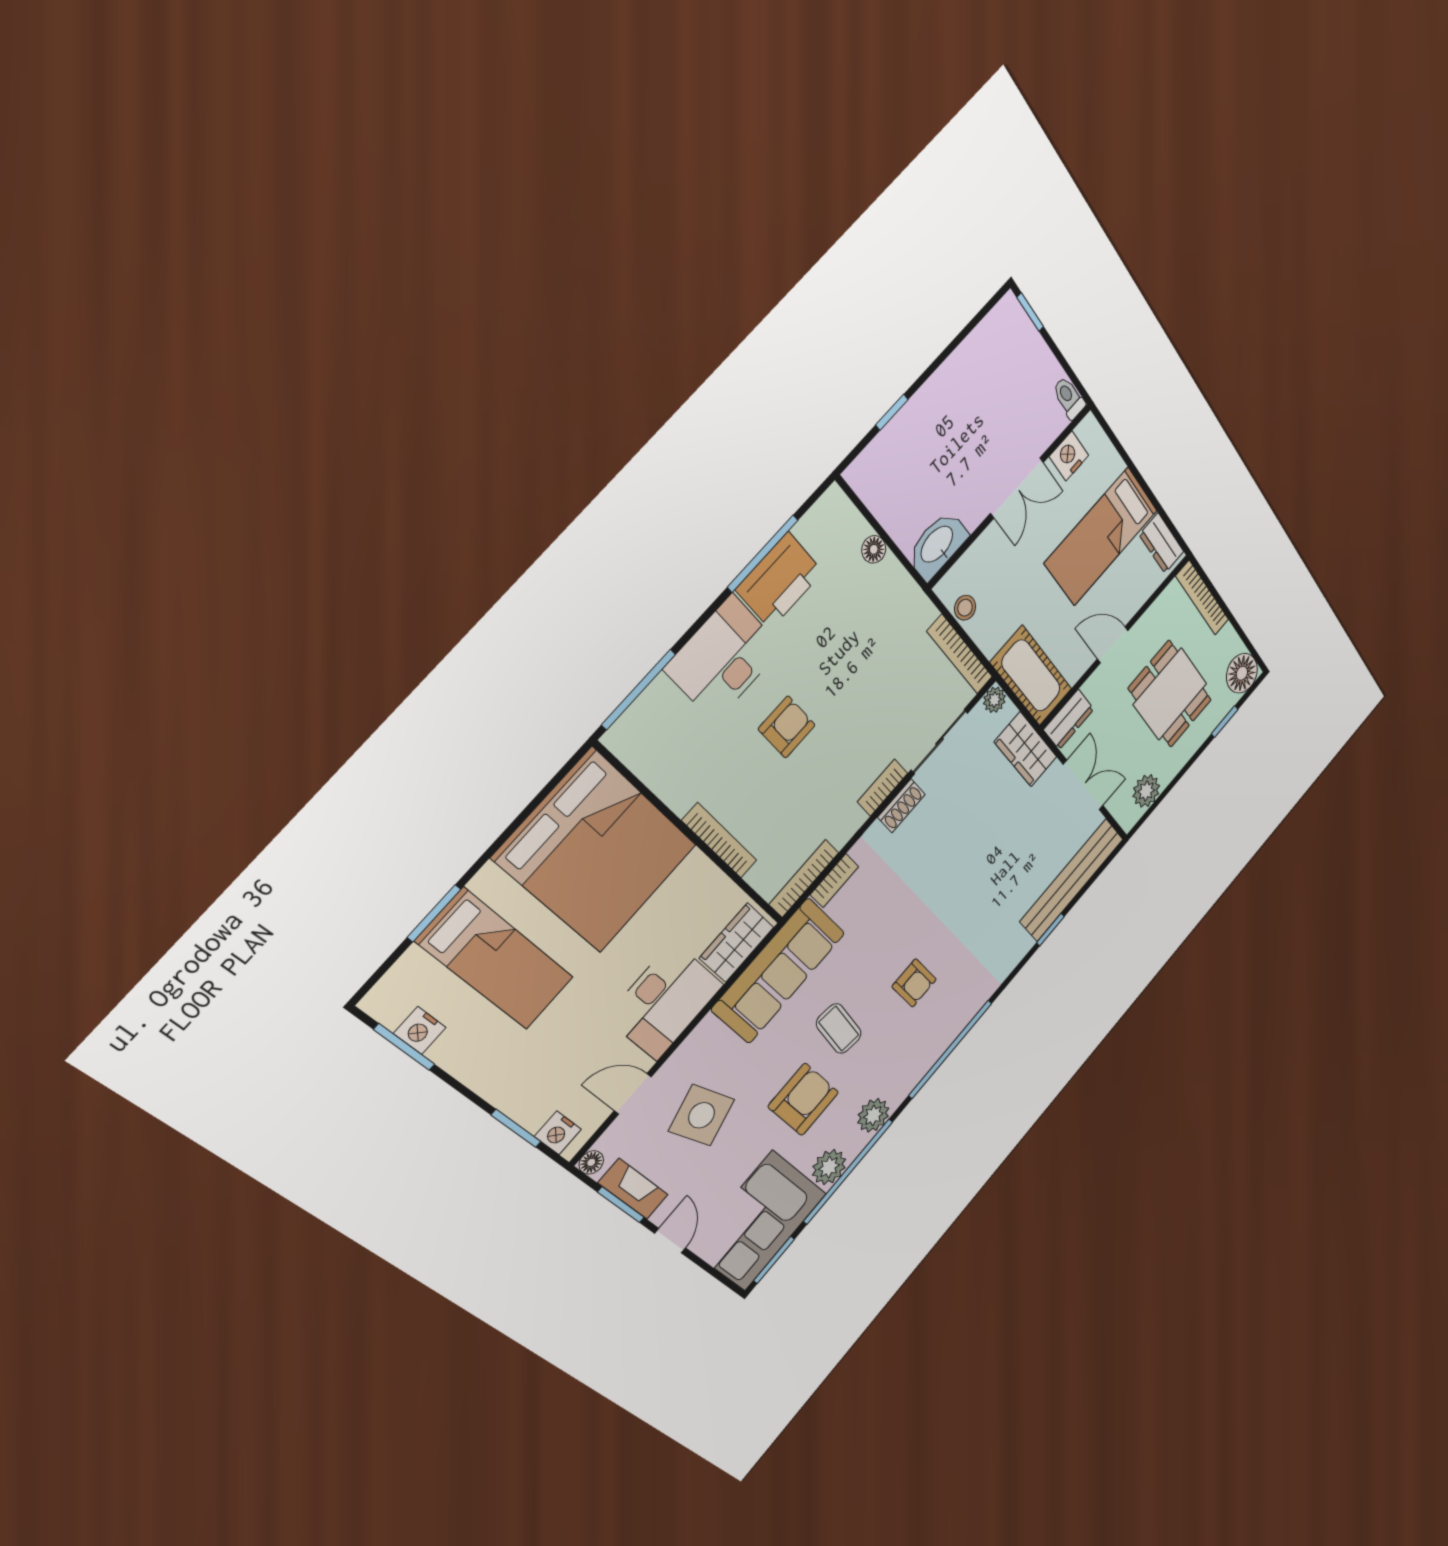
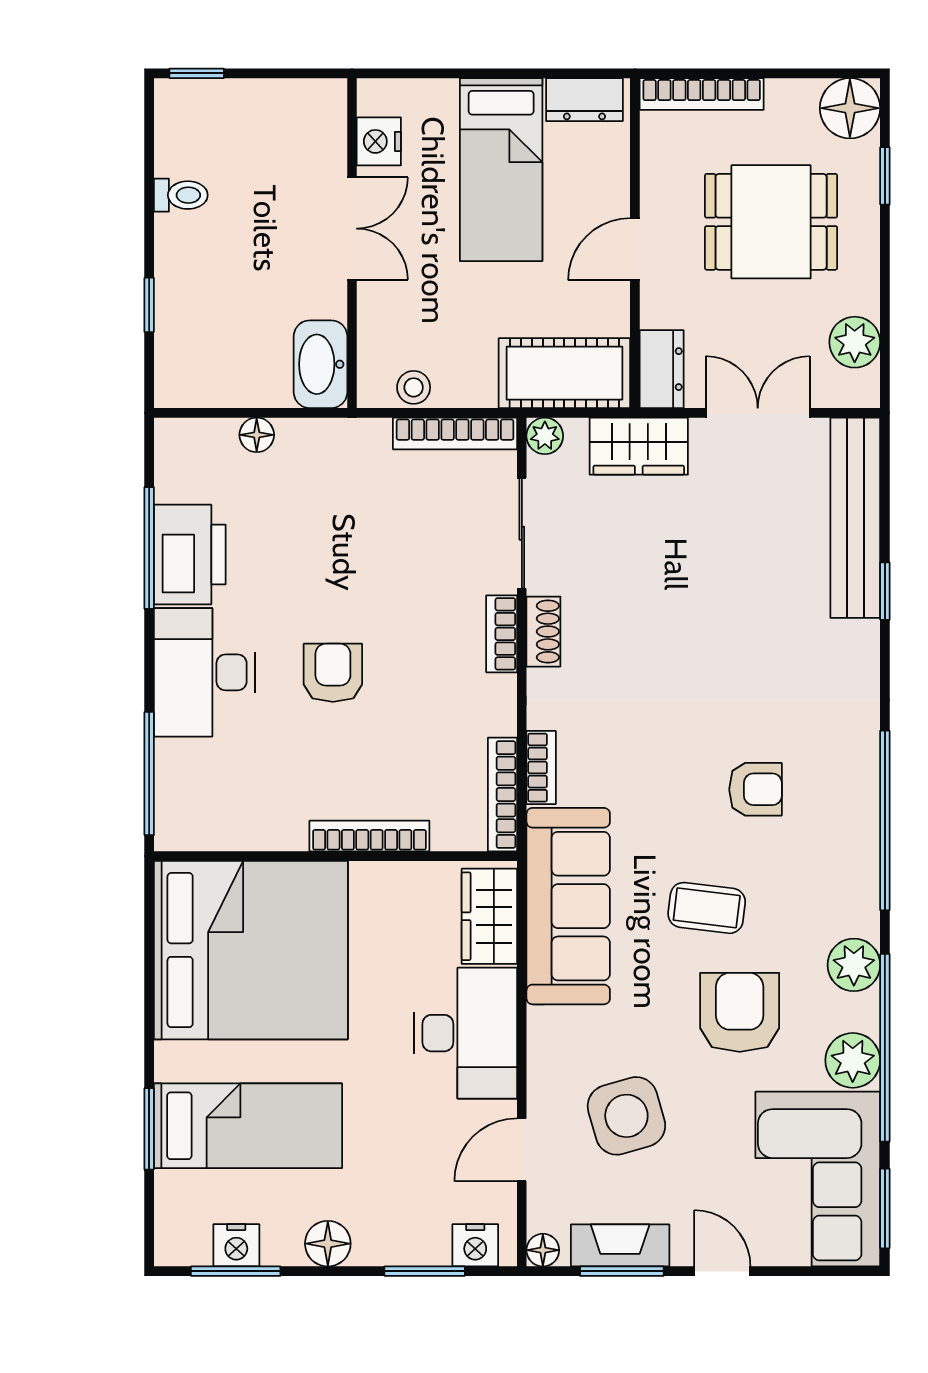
toilet: (1069, 398) -> (181, 195), moved, turned 180
floor lamp: (476, 1070) -> (328, 1244), added

